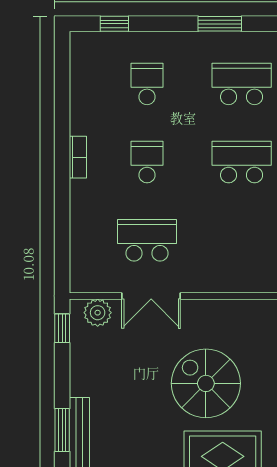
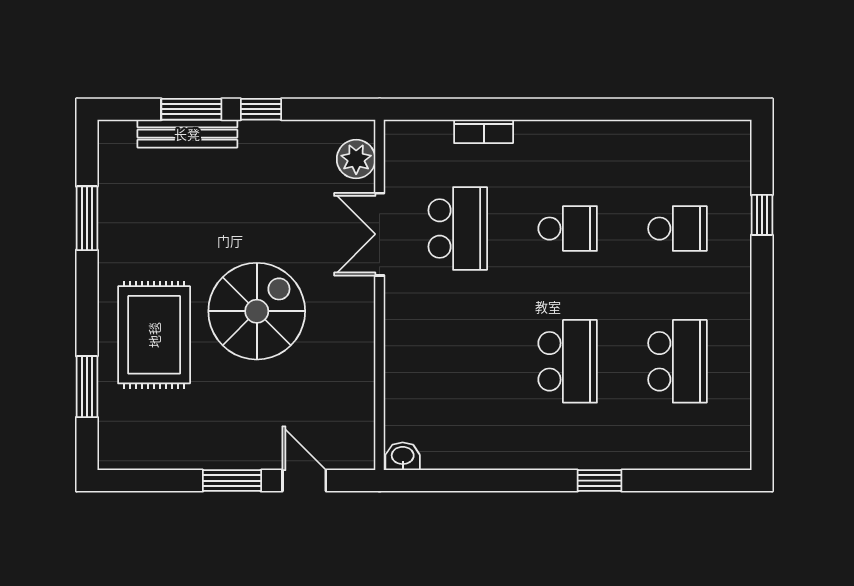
window: (114, 24) -> (762, 215), moved
window: (220, 24) -> (762, 331), removed
bookcase: (78, 157) -> (484, 131), moved
window: (62, 328) -> (261, 109), moved

